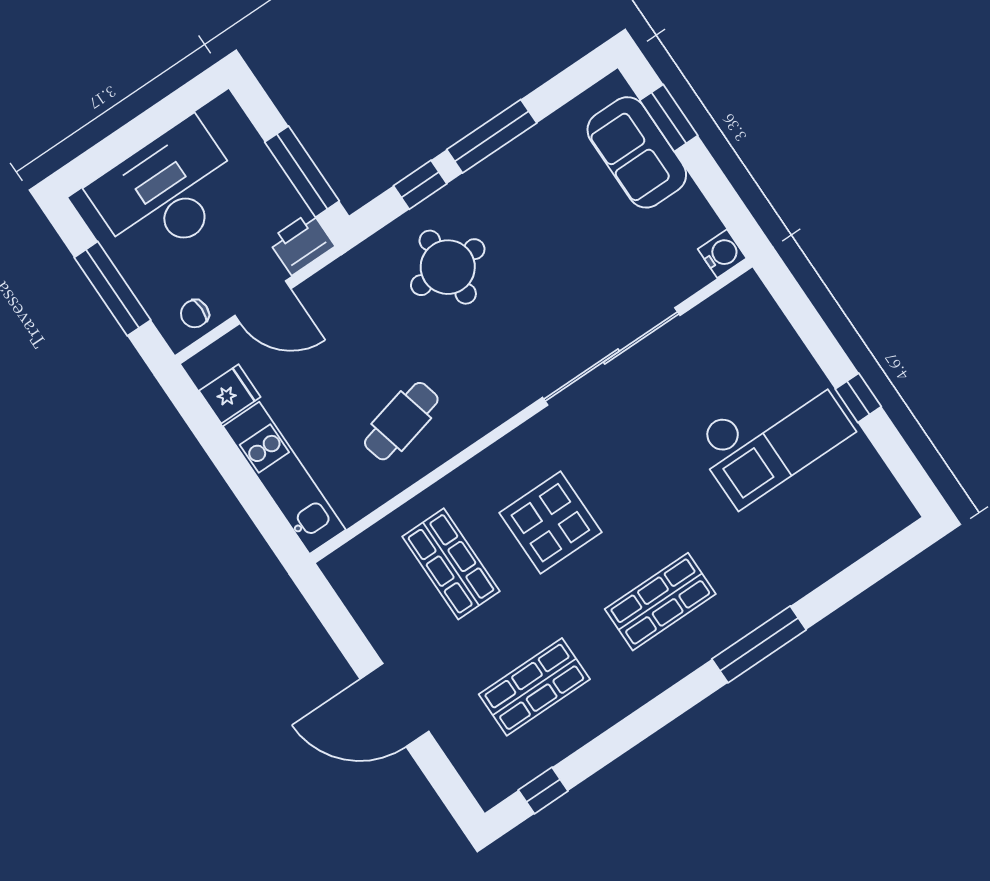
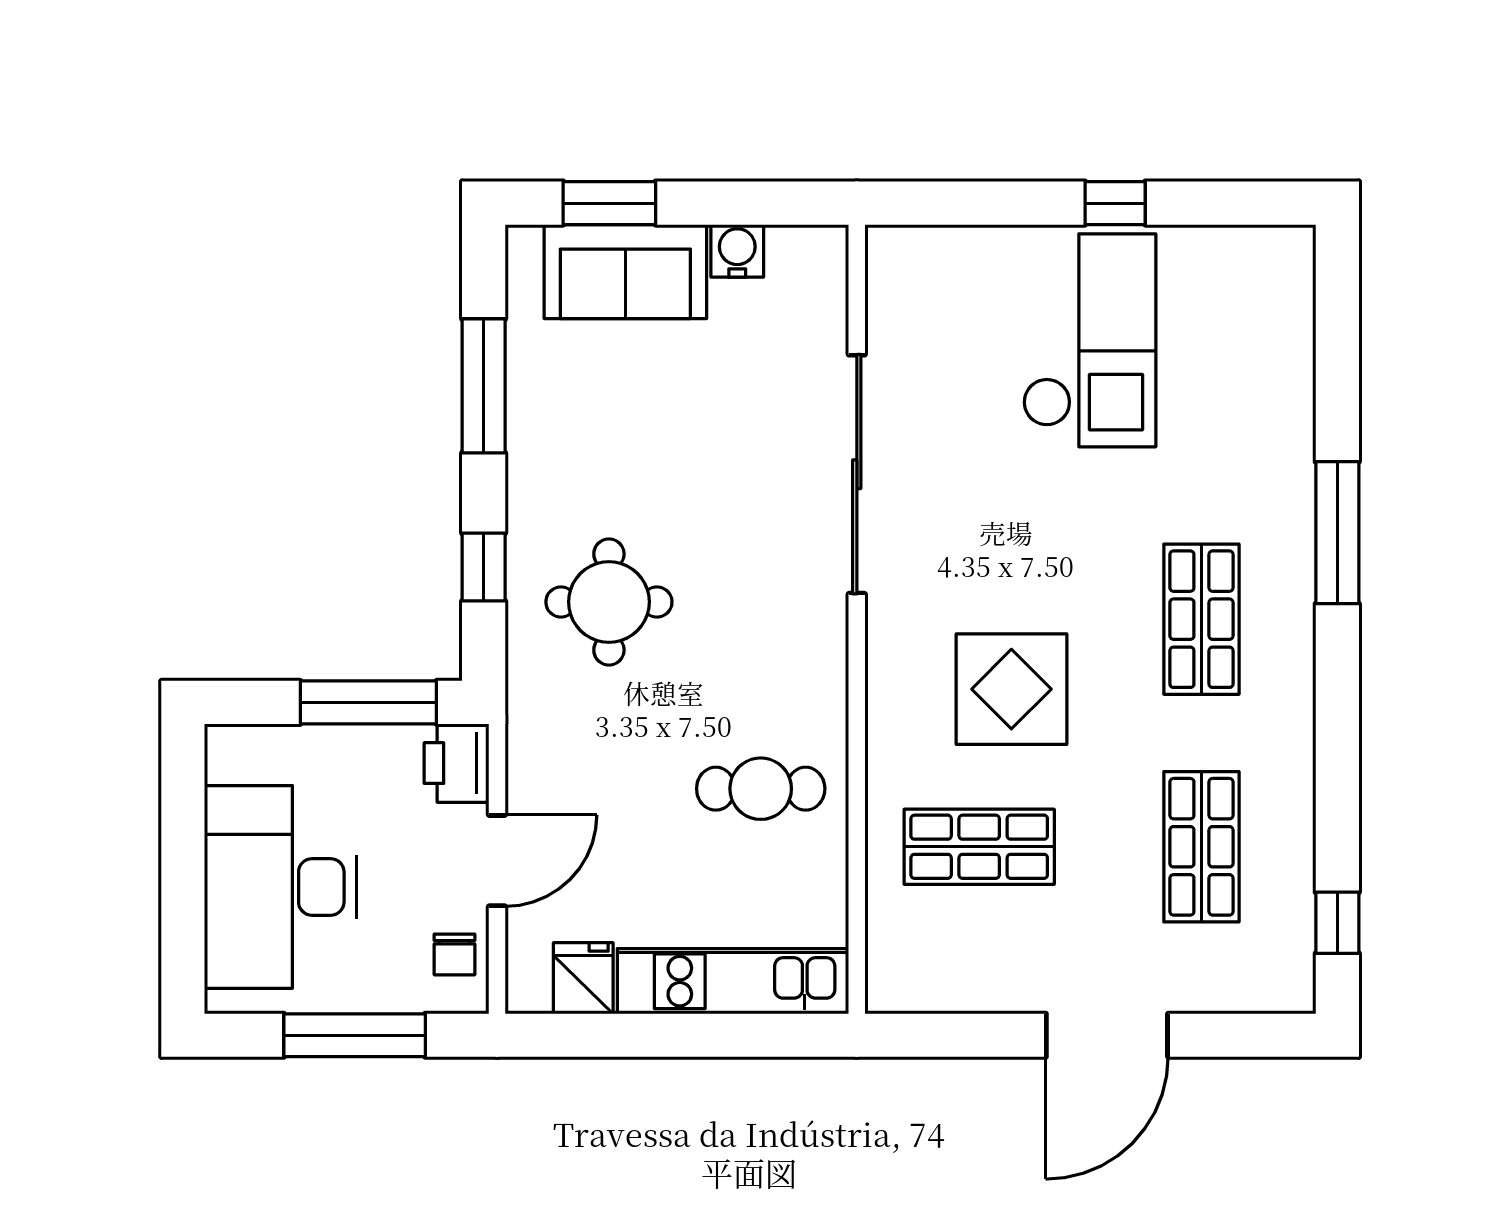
window: (492, 136) -> (484, 386), moved
water cooler: (722, 254) -> (737, 251), moved
cafe table: (401, 421) -> (761, 789), turned -76

